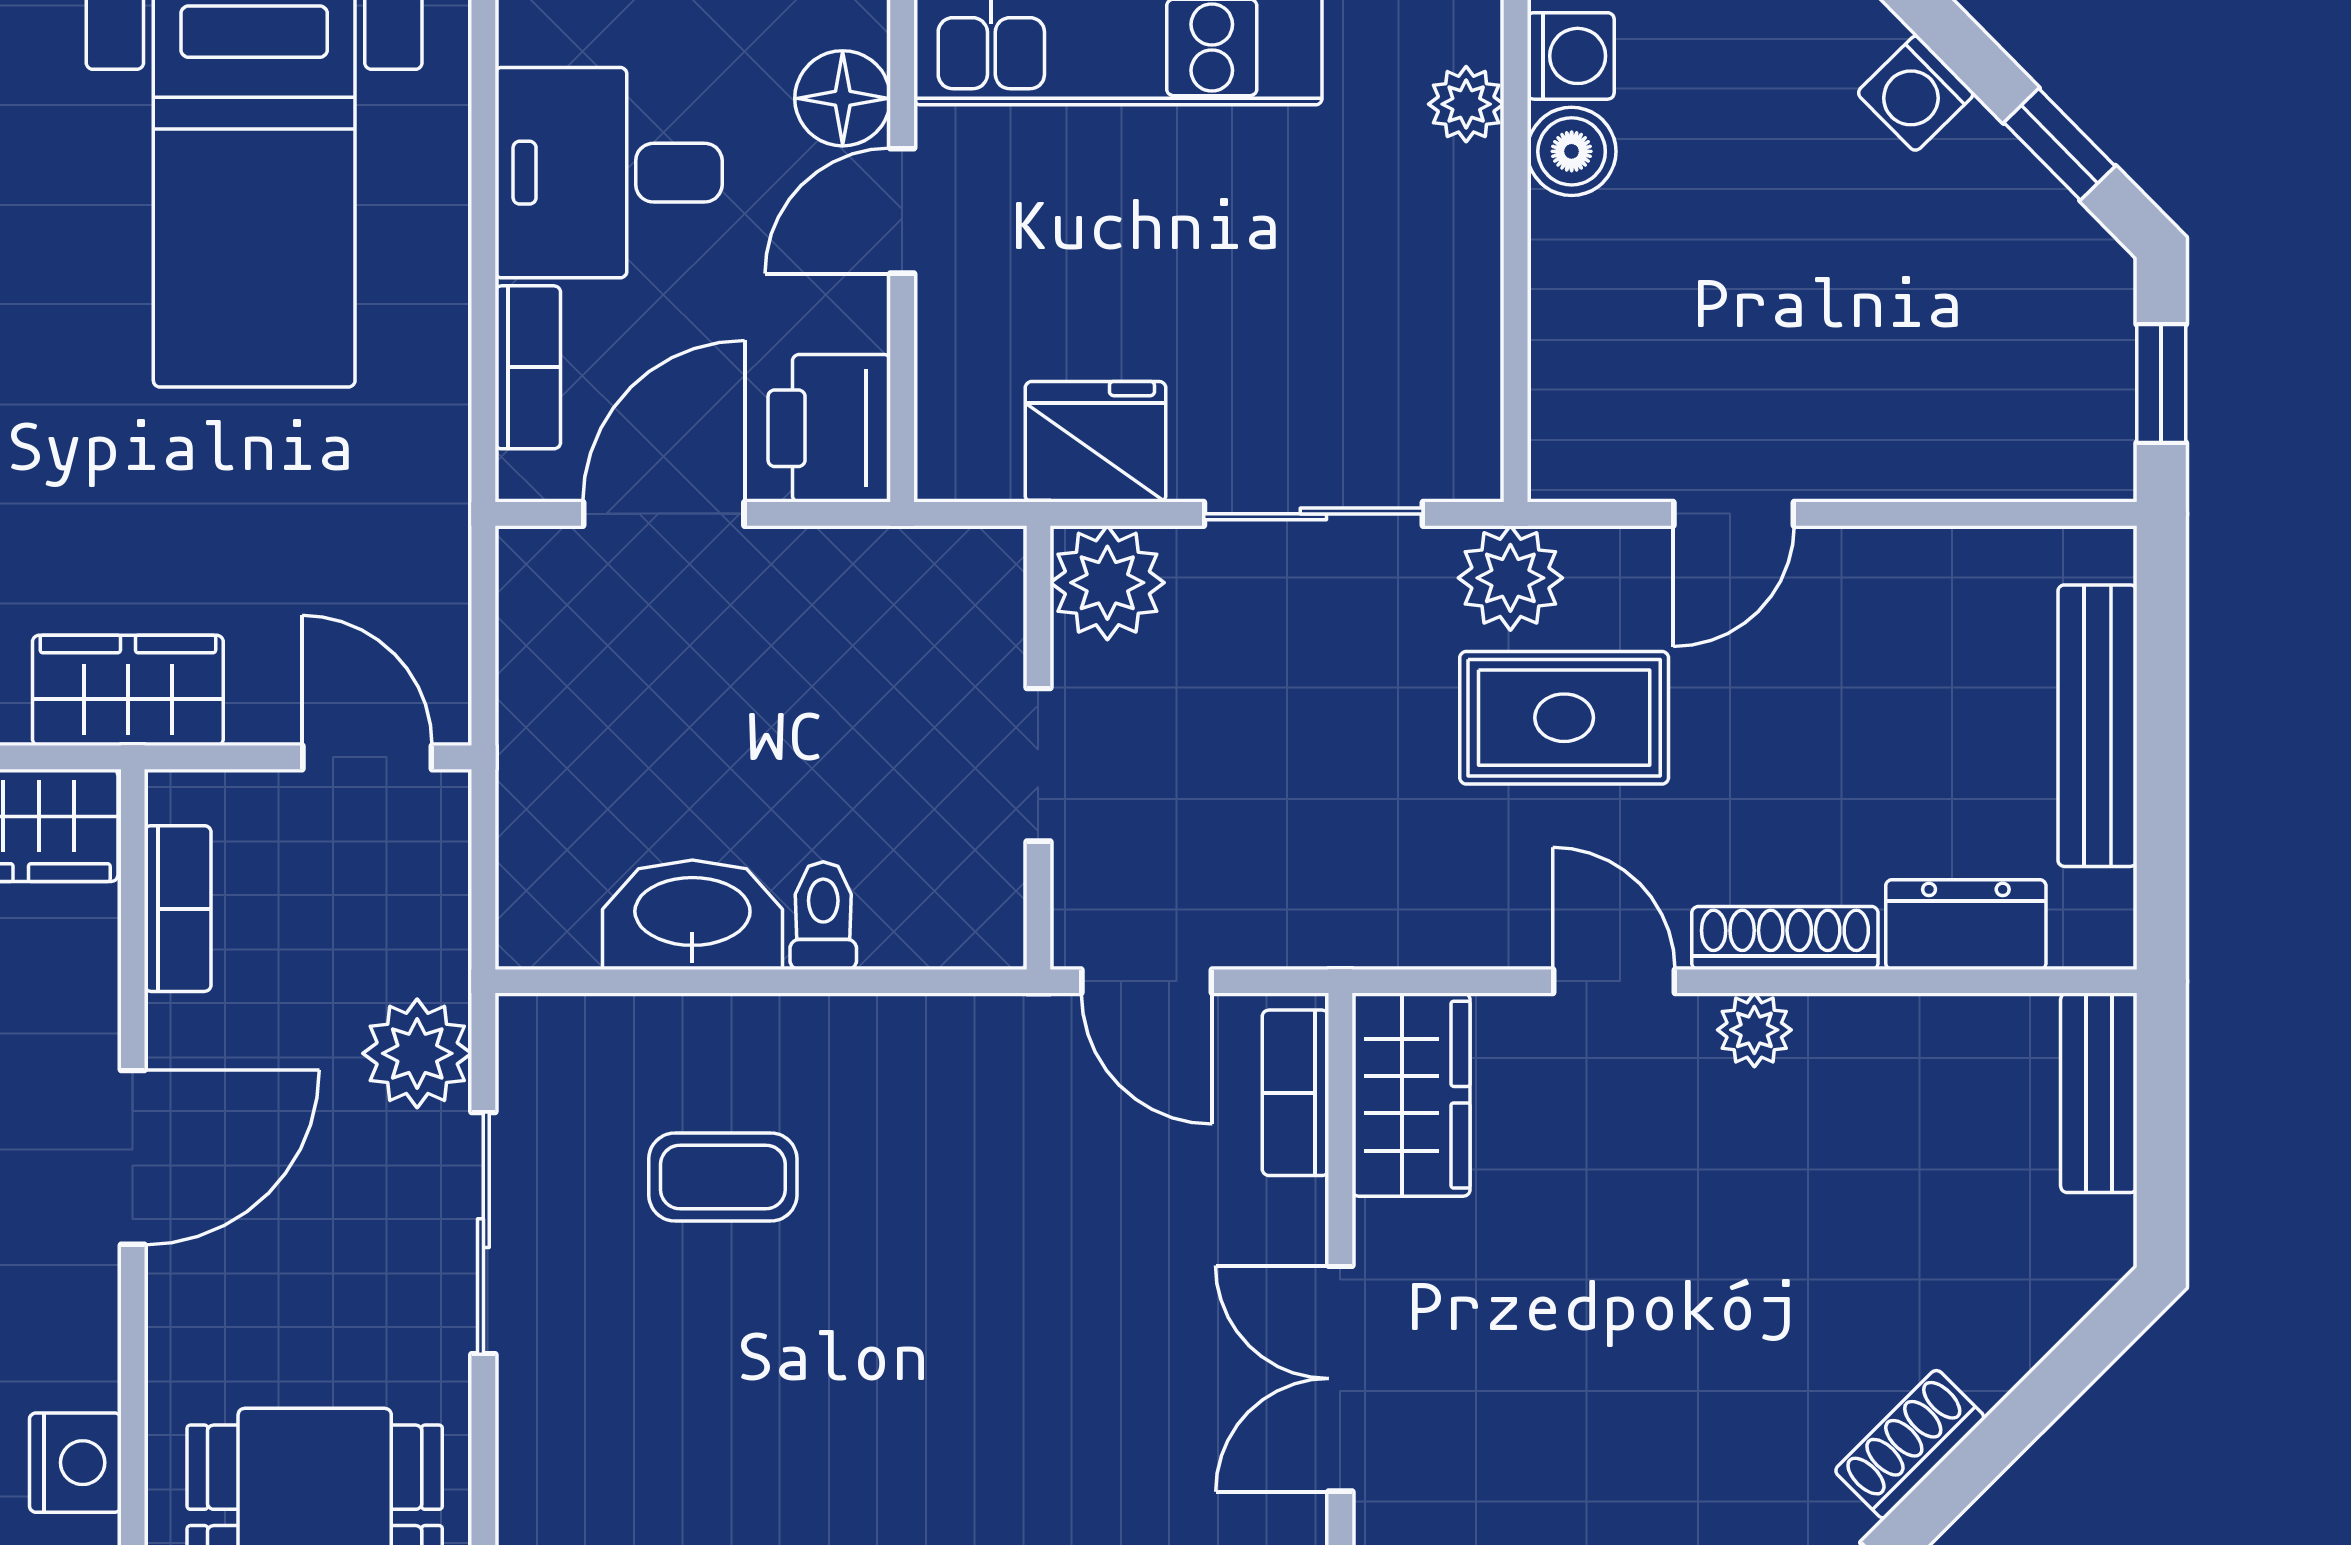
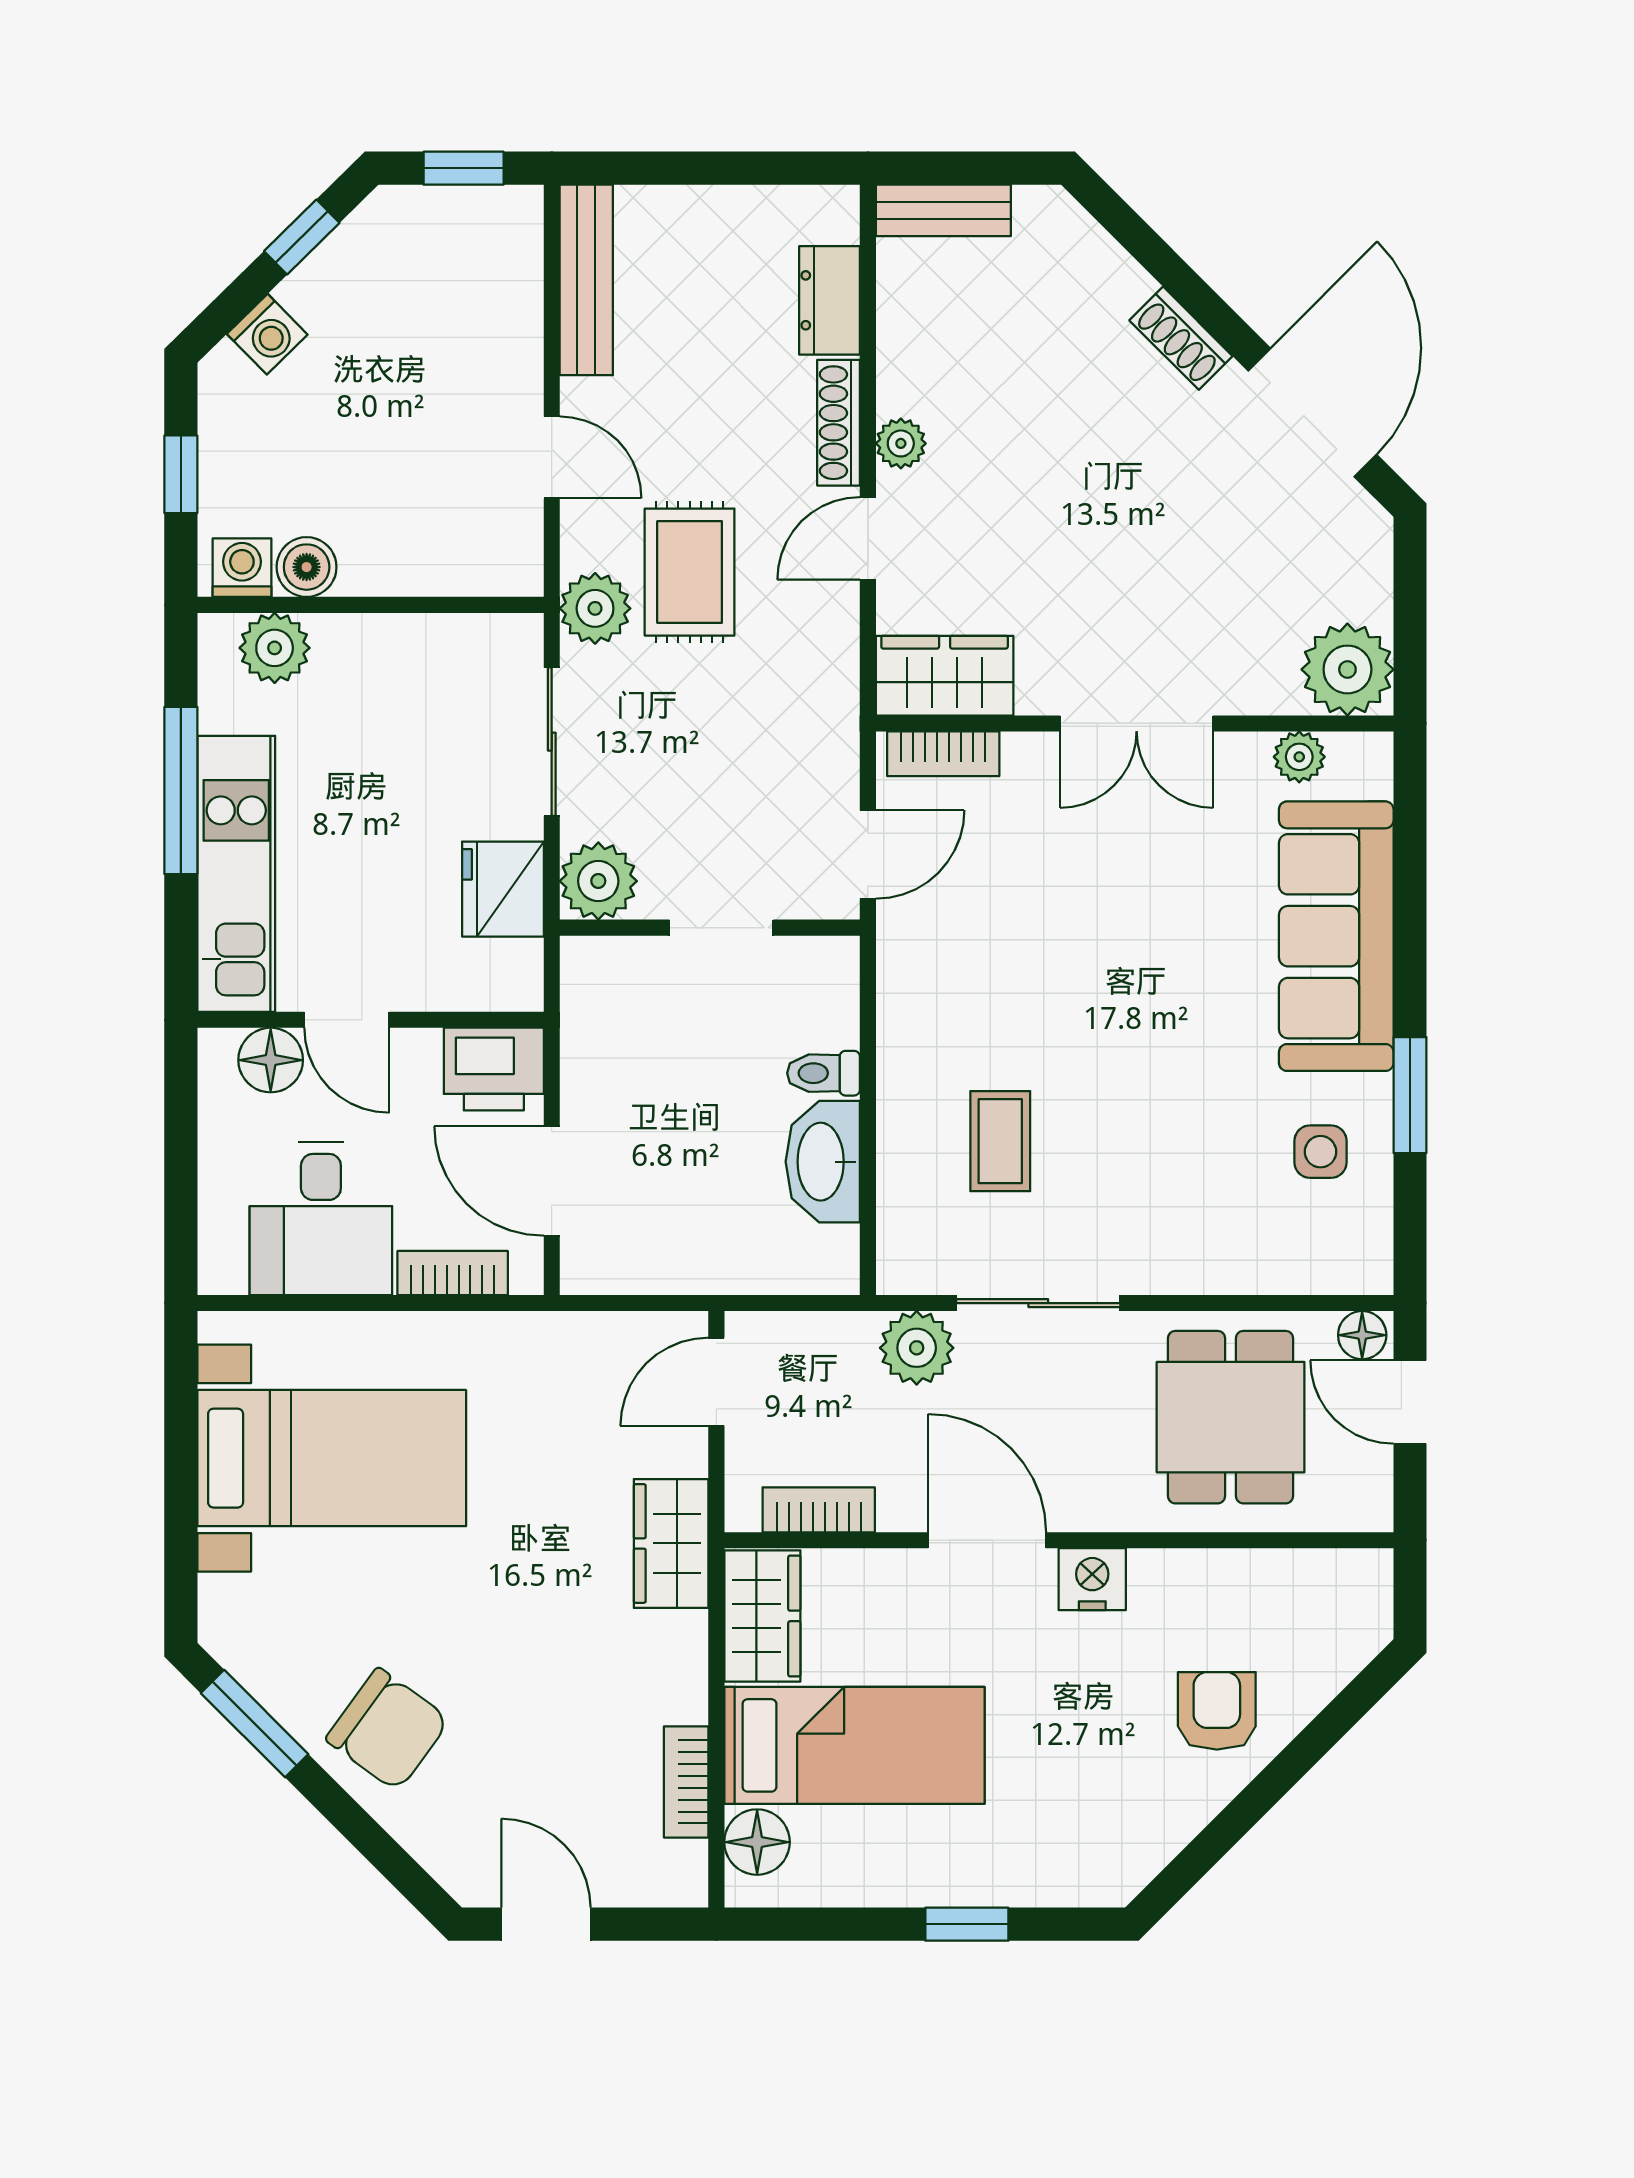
plant: (1466, 104) -> (275, 648), width x1.38, depth x1.38
bench: (2097, 726) -> (586, 280), moved, turned 90
nightstand: (75, 1463) -> (1092, 1579), moved

